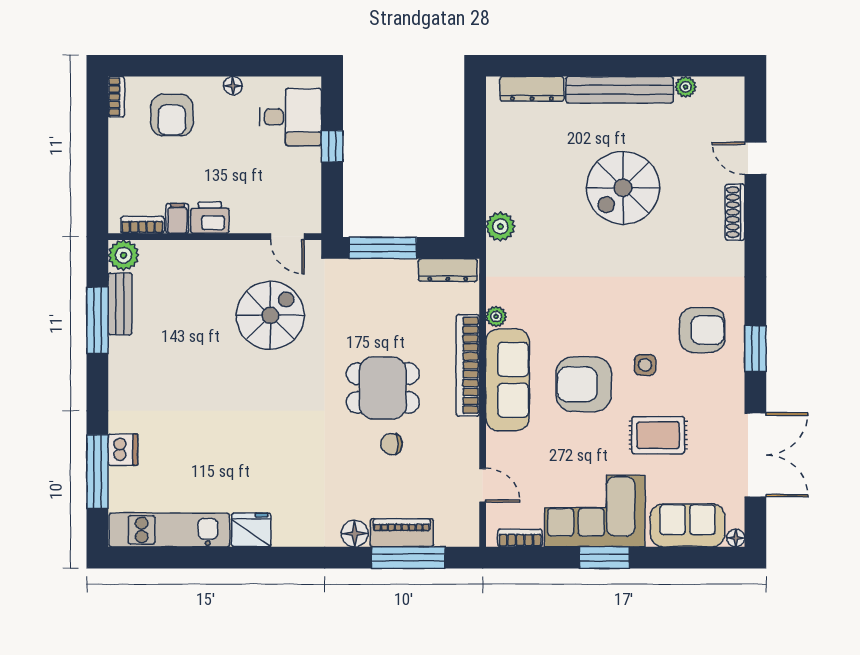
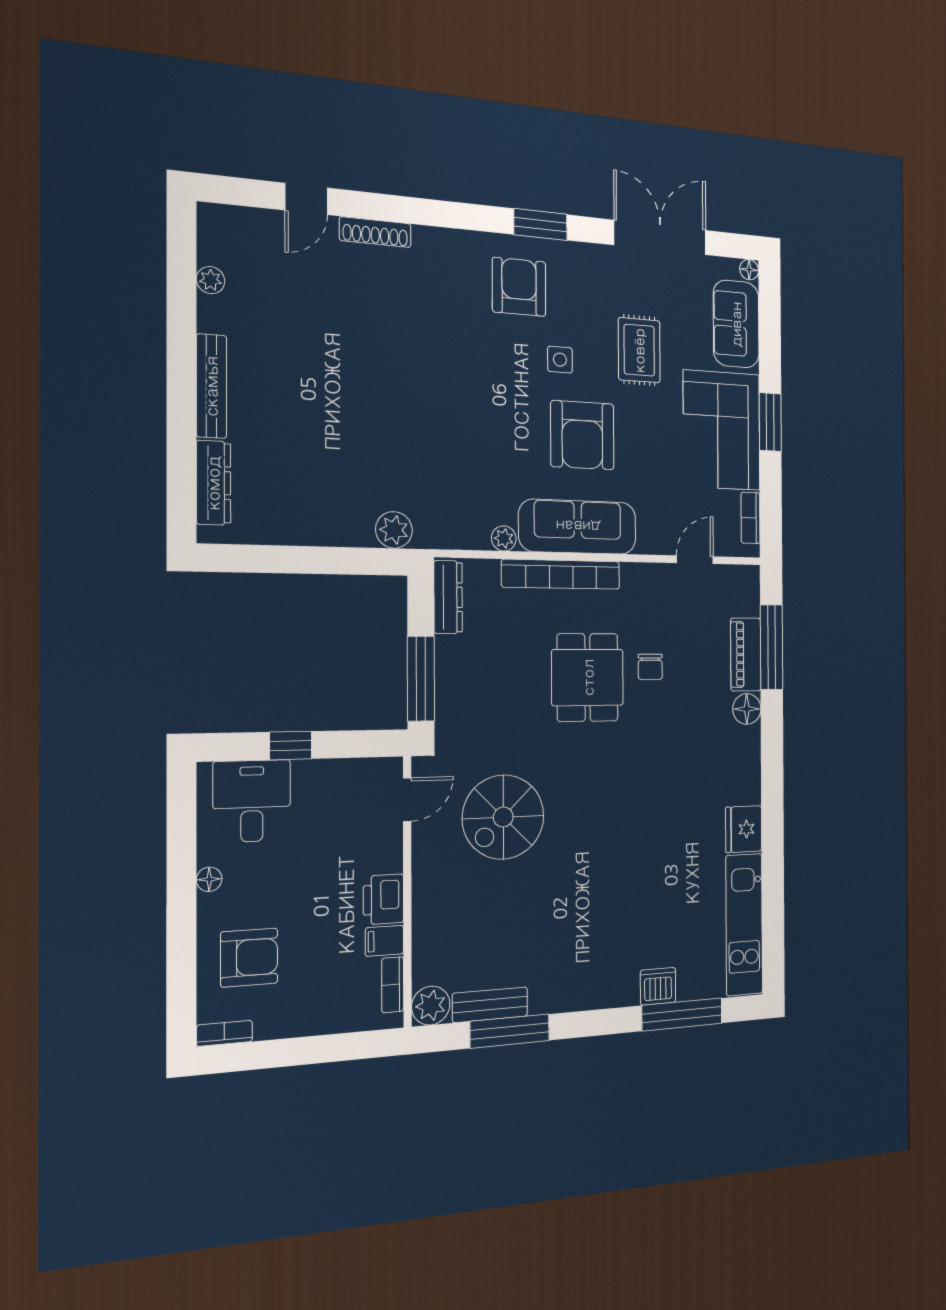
bench: (620, 90) -> (211, 386), width x0.73, depth x0.82
spiral stairs: (623, 188) -> (344, 372), removed
spiral stairs: (270, 315) -> (503, 817), turned -90

